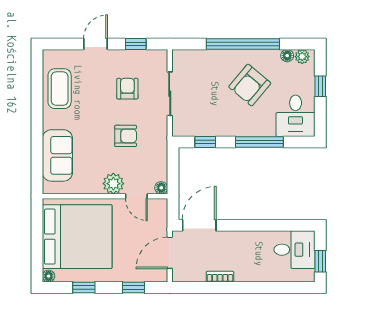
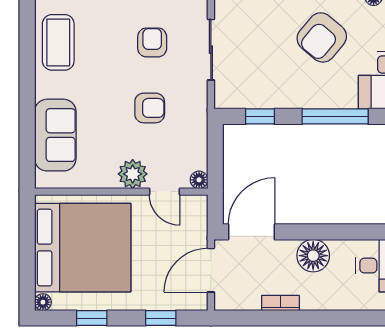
floor lamp: (244, 242) -> (313, 256), added

